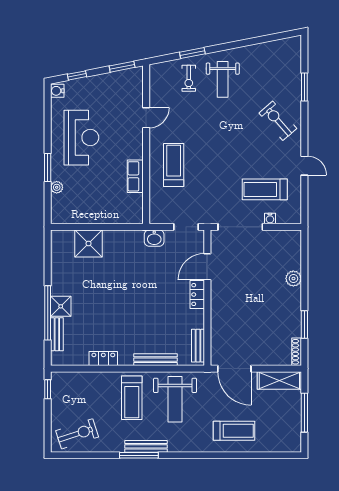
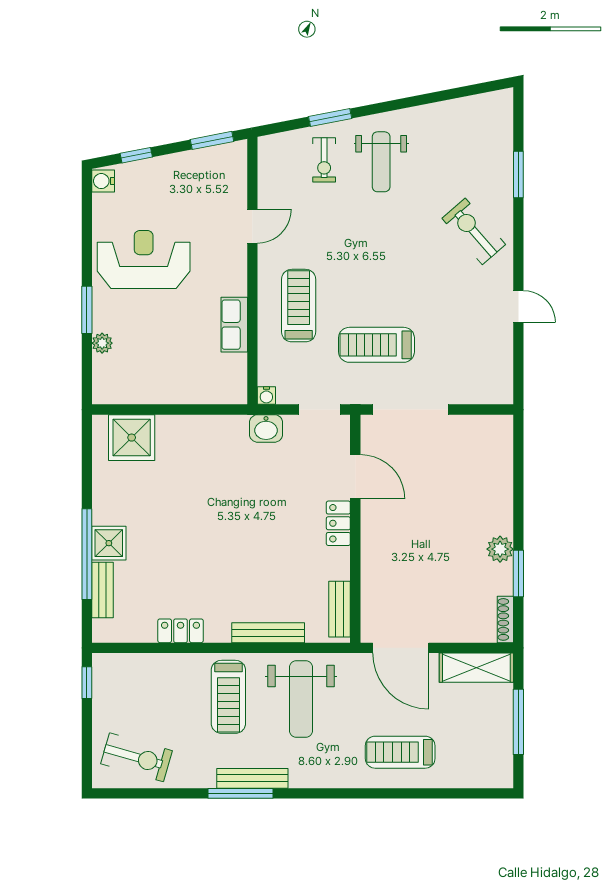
reception desk: (81, 138) -> (144, 259), turned -90
treadmill: (265, 189) -> (376, 345), moved
water cooler: (270, 218) -> (266, 396), moved
shower: (89, 243) -> (132, 438), moved
door: (207, 267) -> (355, 477), swing flipped
plant: (293, 279) -> (500, 549), moved
treadmill: (234, 431) -> (400, 752), turned 180
exercise bike: (77, 434) -> (136, 757), turned 34

